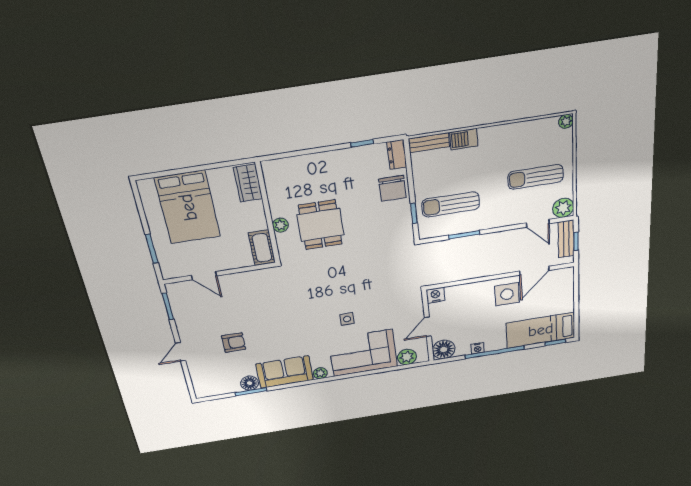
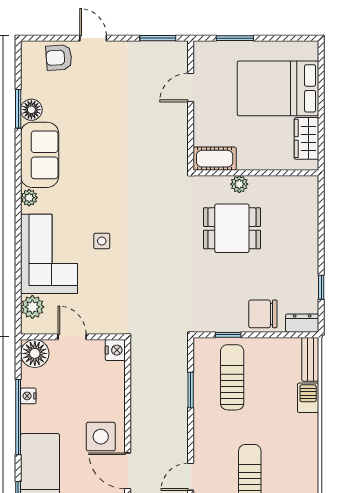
wardrobe: (248, 183) -> (306, 138), moved, turned -90
armchair: (234, 343) -> (59, 58), moved, turned 86

